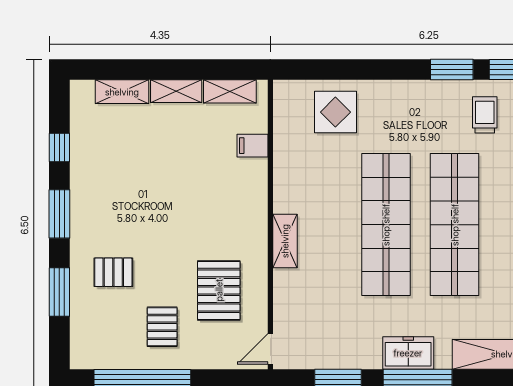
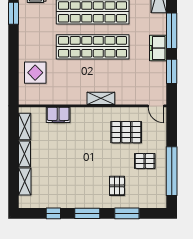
filing cabinet: (252, 146) -> (58, 115), width x2.00
freezer: (408, 353) -> (158, 48), moved

